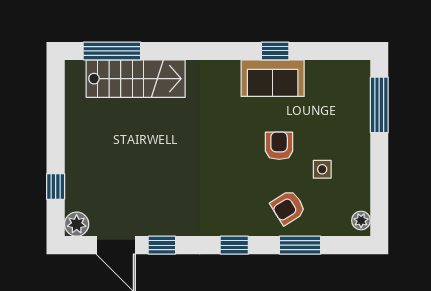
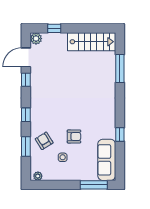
window: (112, 51) -> (120, 68), moved
sofa: (273, 78) -> (107, 160), moved, width x1.36
stairs: (136, 79) -> (92, 42), moved, turned -90

